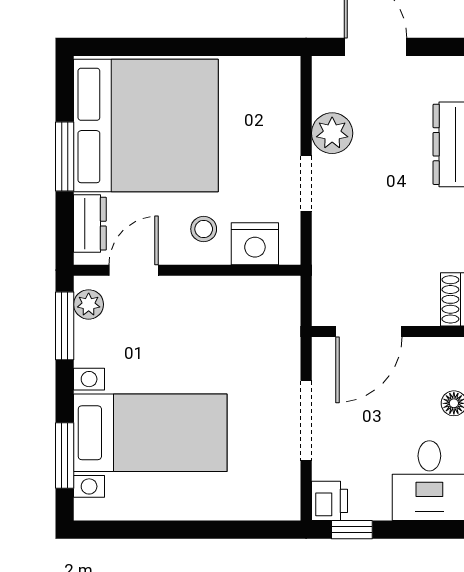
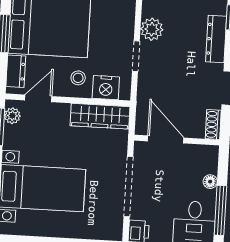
wardrobe: (247, 296) -> (100, 116), added
door: (369, 331) -> (166, 139), swing flipped
doorway: (306, 421) -> (128, 186), width x1.36

